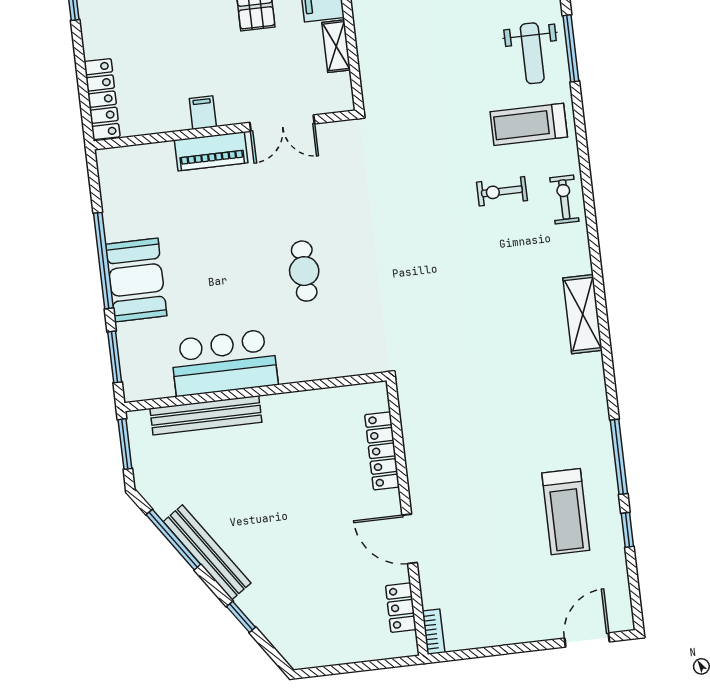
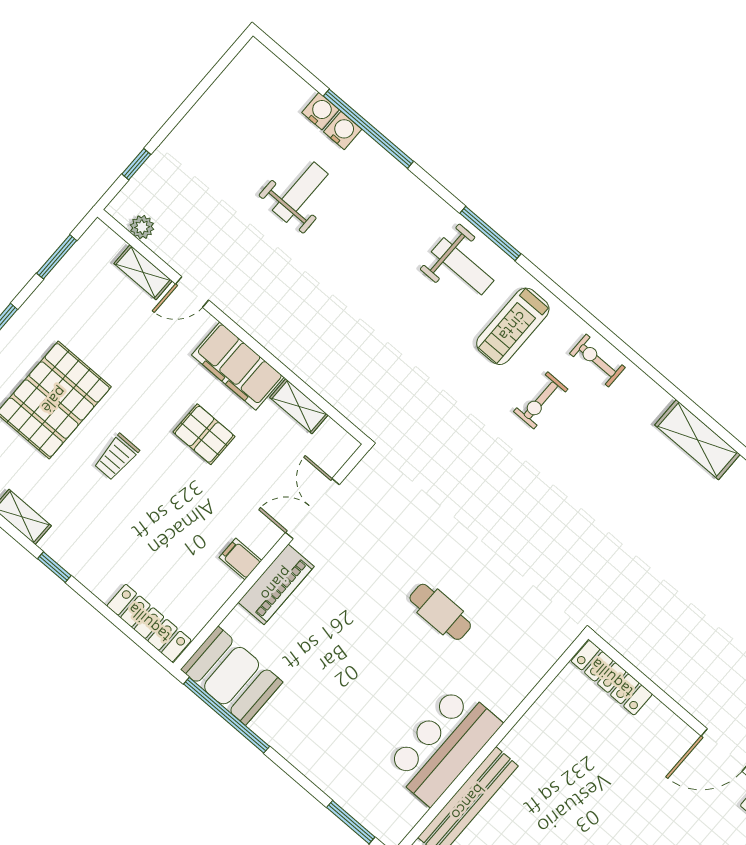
double door: (282, 123) -> (312, 509), swing flipped
window: (103, 261) -> (227, 715), moved
booth: (136, 280) -> (232, 676), moved
locker: (382, 451) -> (612, 678), moved

